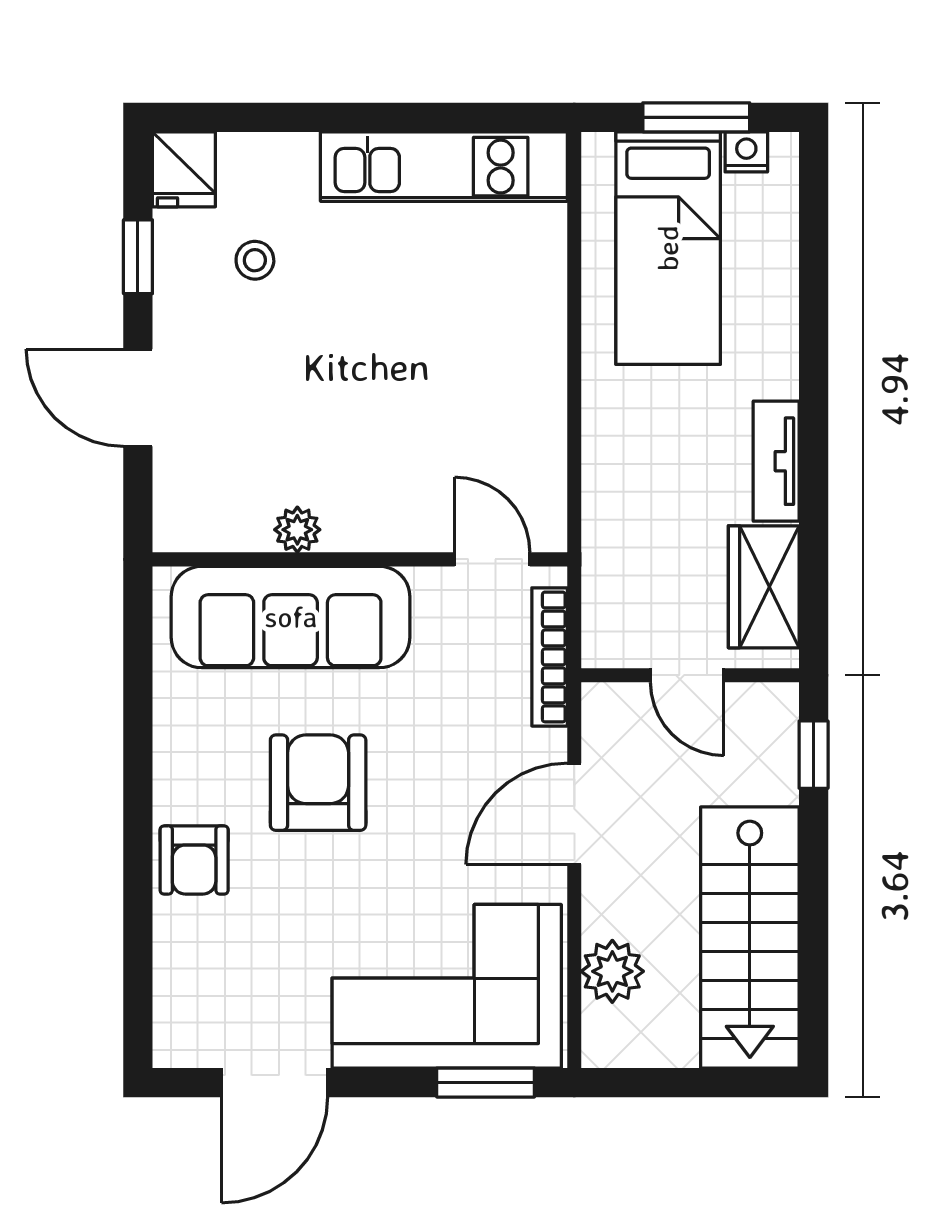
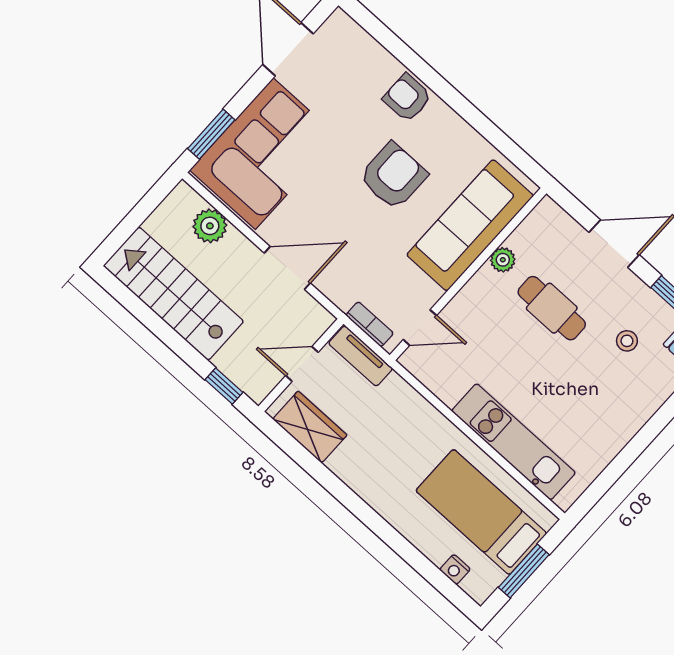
nightstand: (746, 152) -> (455, 569), moved, turned 90
kitchen unit: (444, 167) -> (514, 442), moved, turned 90
cafe table: (303, 403) -> (552, 308), added
tv unit: (776, 461) -> (361, 356), moved, turned 180
bookcase: (550, 657) -> (370, 324), width x0.64
armchair: (318, 783) -> (393, 176), turned -90
door: (574, 814) -> (287, 268), hinge flipped

